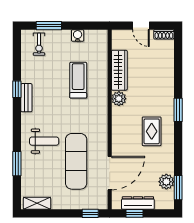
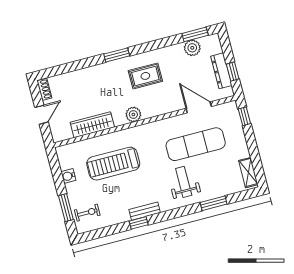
treadmill: (78, 80) -> (113, 164), width x1.37, depth x1.38
plant: (119, 99) -> (133, 114), moved
door: (110, 173) -> (199, 107), width x0.73

